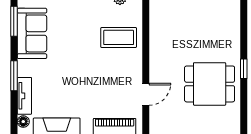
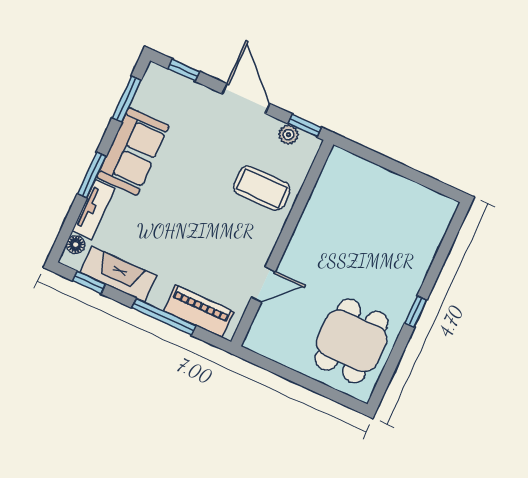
sofa: (32, 33) -> (133, 151), moved
dining table: (210, 84) -> (352, 341), moved, turned 90

